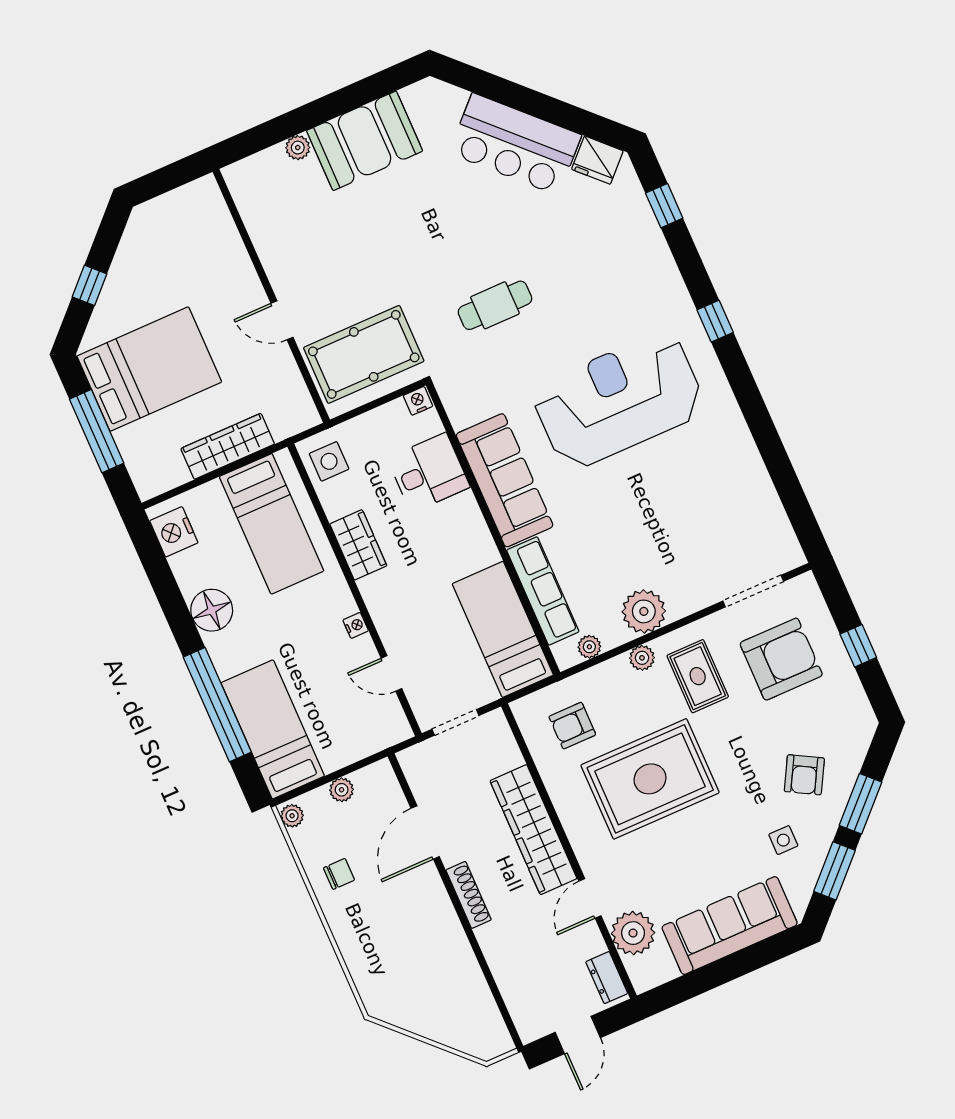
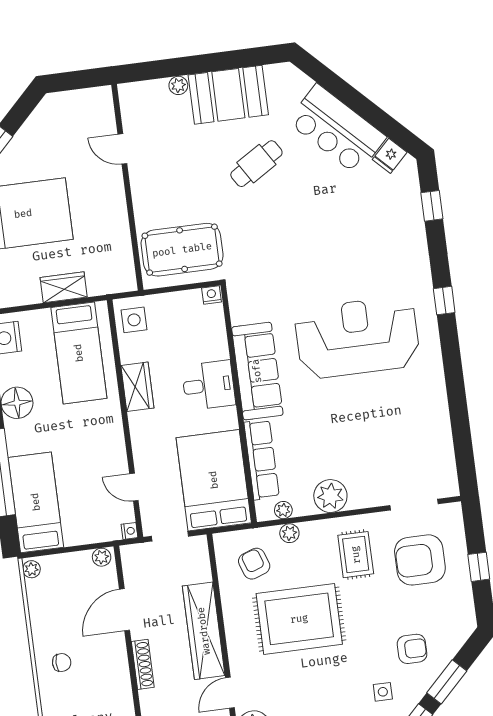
fridge: (597, 160) -> (390, 156), width x0.72
cafe table: (495, 305) -> (256, 164), moved, turned -32
door: (282, 320) -> (122, 149), moved
wardrobe: (228, 446) -> (64, 287), width x0.67
desk: (429, 473) -> (209, 385), moved
nightstand: (356, 625) -> (130, 531), moved
bed: (503, 629) -> (214, 480), width x1.50
plant: (642, 658) -> (289, 533), moved
armchair: (781, 659) -> (420, 560), turned 180
armchair: (572, 726) -> (254, 564), turned 71
armchair: (804, 775) -> (412, 649), turned -119
plant: (342, 790) -> (102, 557), moved
chair: (339, 874) -> (62, 663), moved

